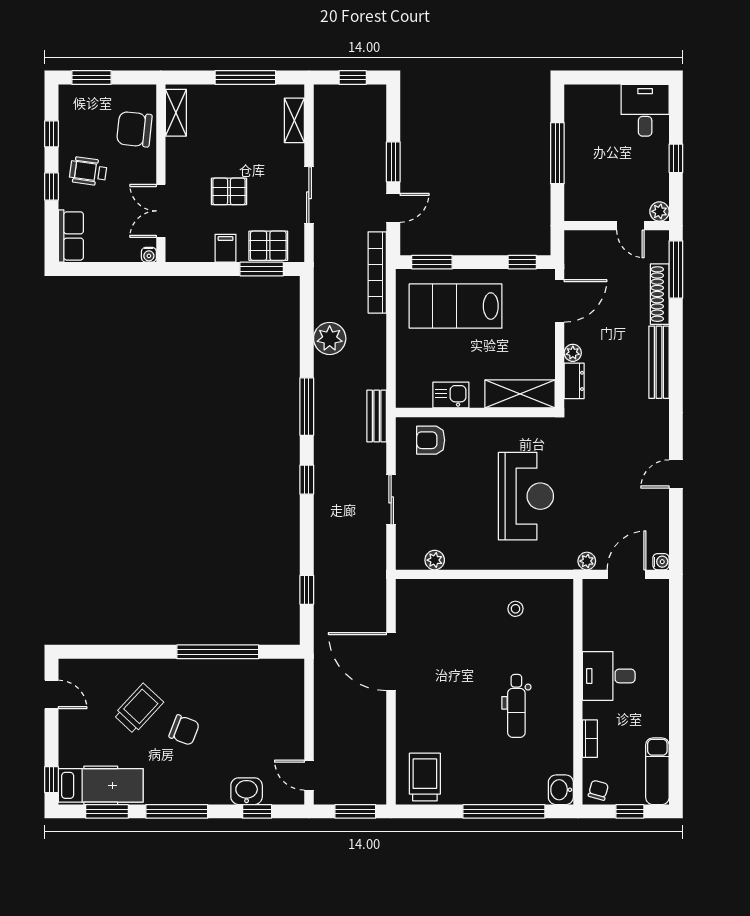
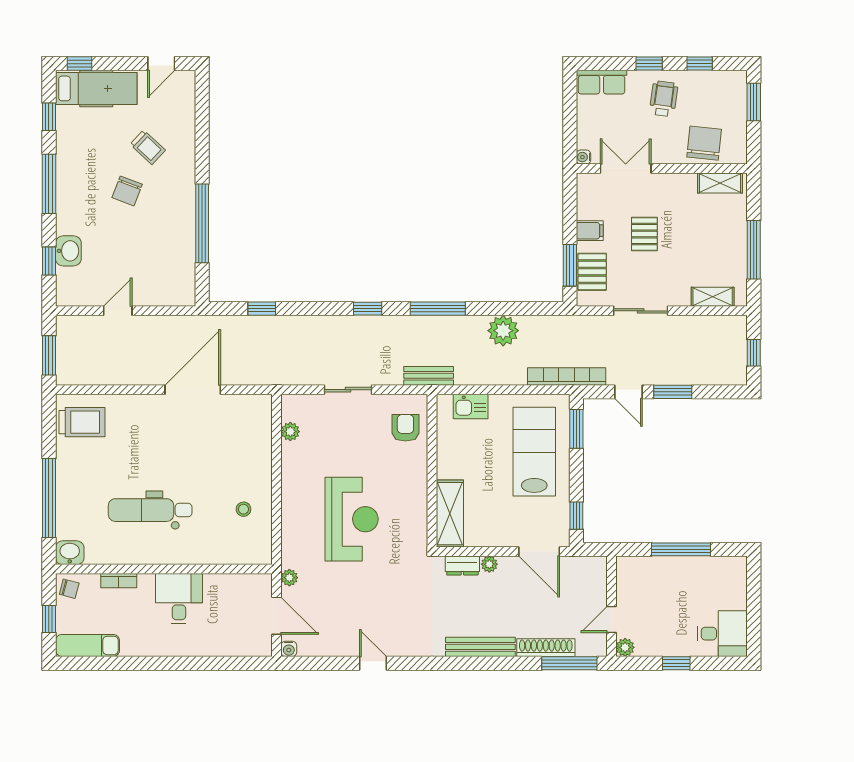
kitchen sink: (451, 395) -> (471, 406), moved, turned 90
reception desk: (526, 496) -> (352, 519), turned -90
dental chair: (516, 706) -> (150, 510), width x1.36, depth x1.38
trolley: (139, 709) -> (148, 147), width x0.73, depth x0.72
door: (309, 775) -> (118, 311), moved
hospital bed: (101, 785) -> (96, 88), moved, turned -90
window: (107, 811) -> (49, 117), width x0.67

